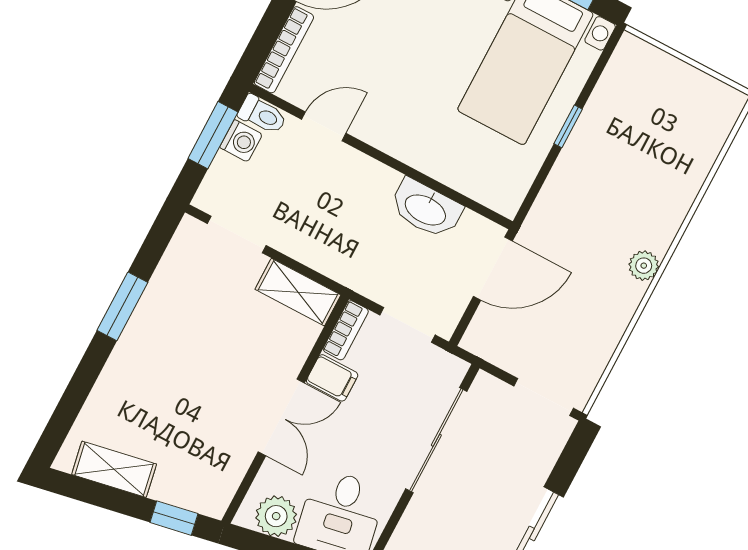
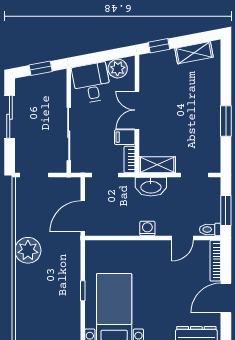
washing machine: (241, 141) -> (147, 228), moved, turned 90
washbasin: (426, 209) -> (151, 187), moved, turned 180
plant: (644, 266) -> (28, 250), width x1.87, depth x1.87

